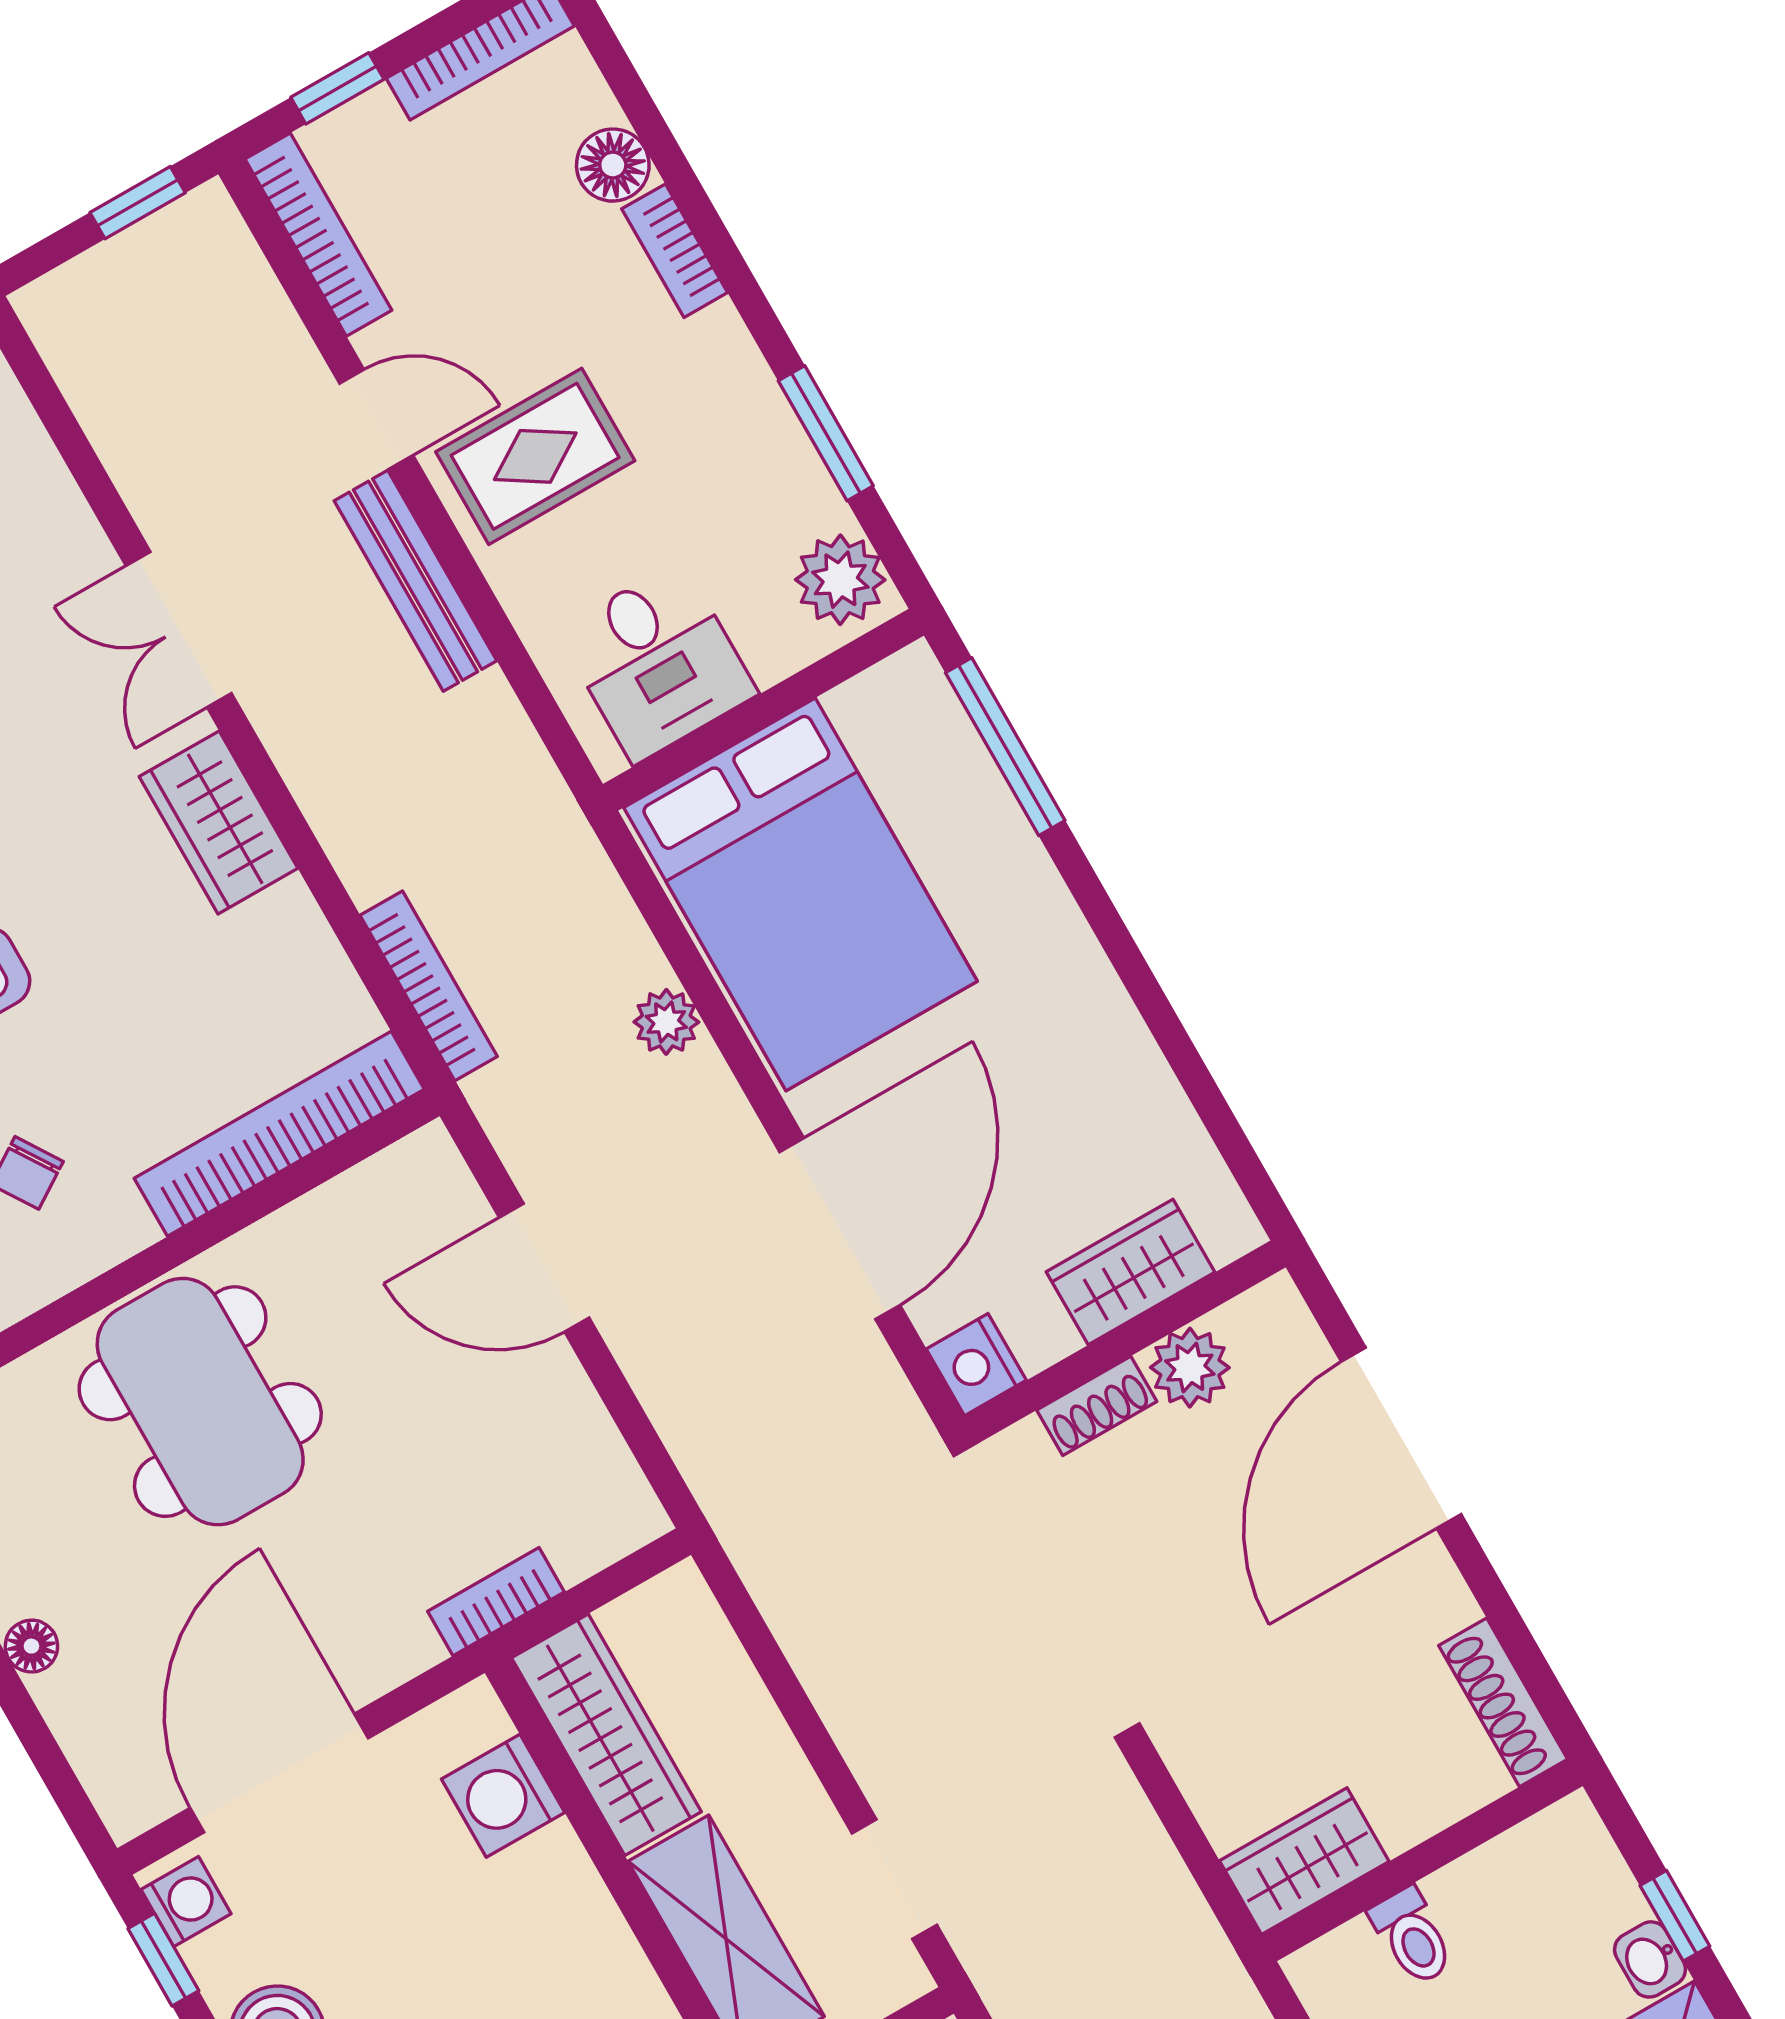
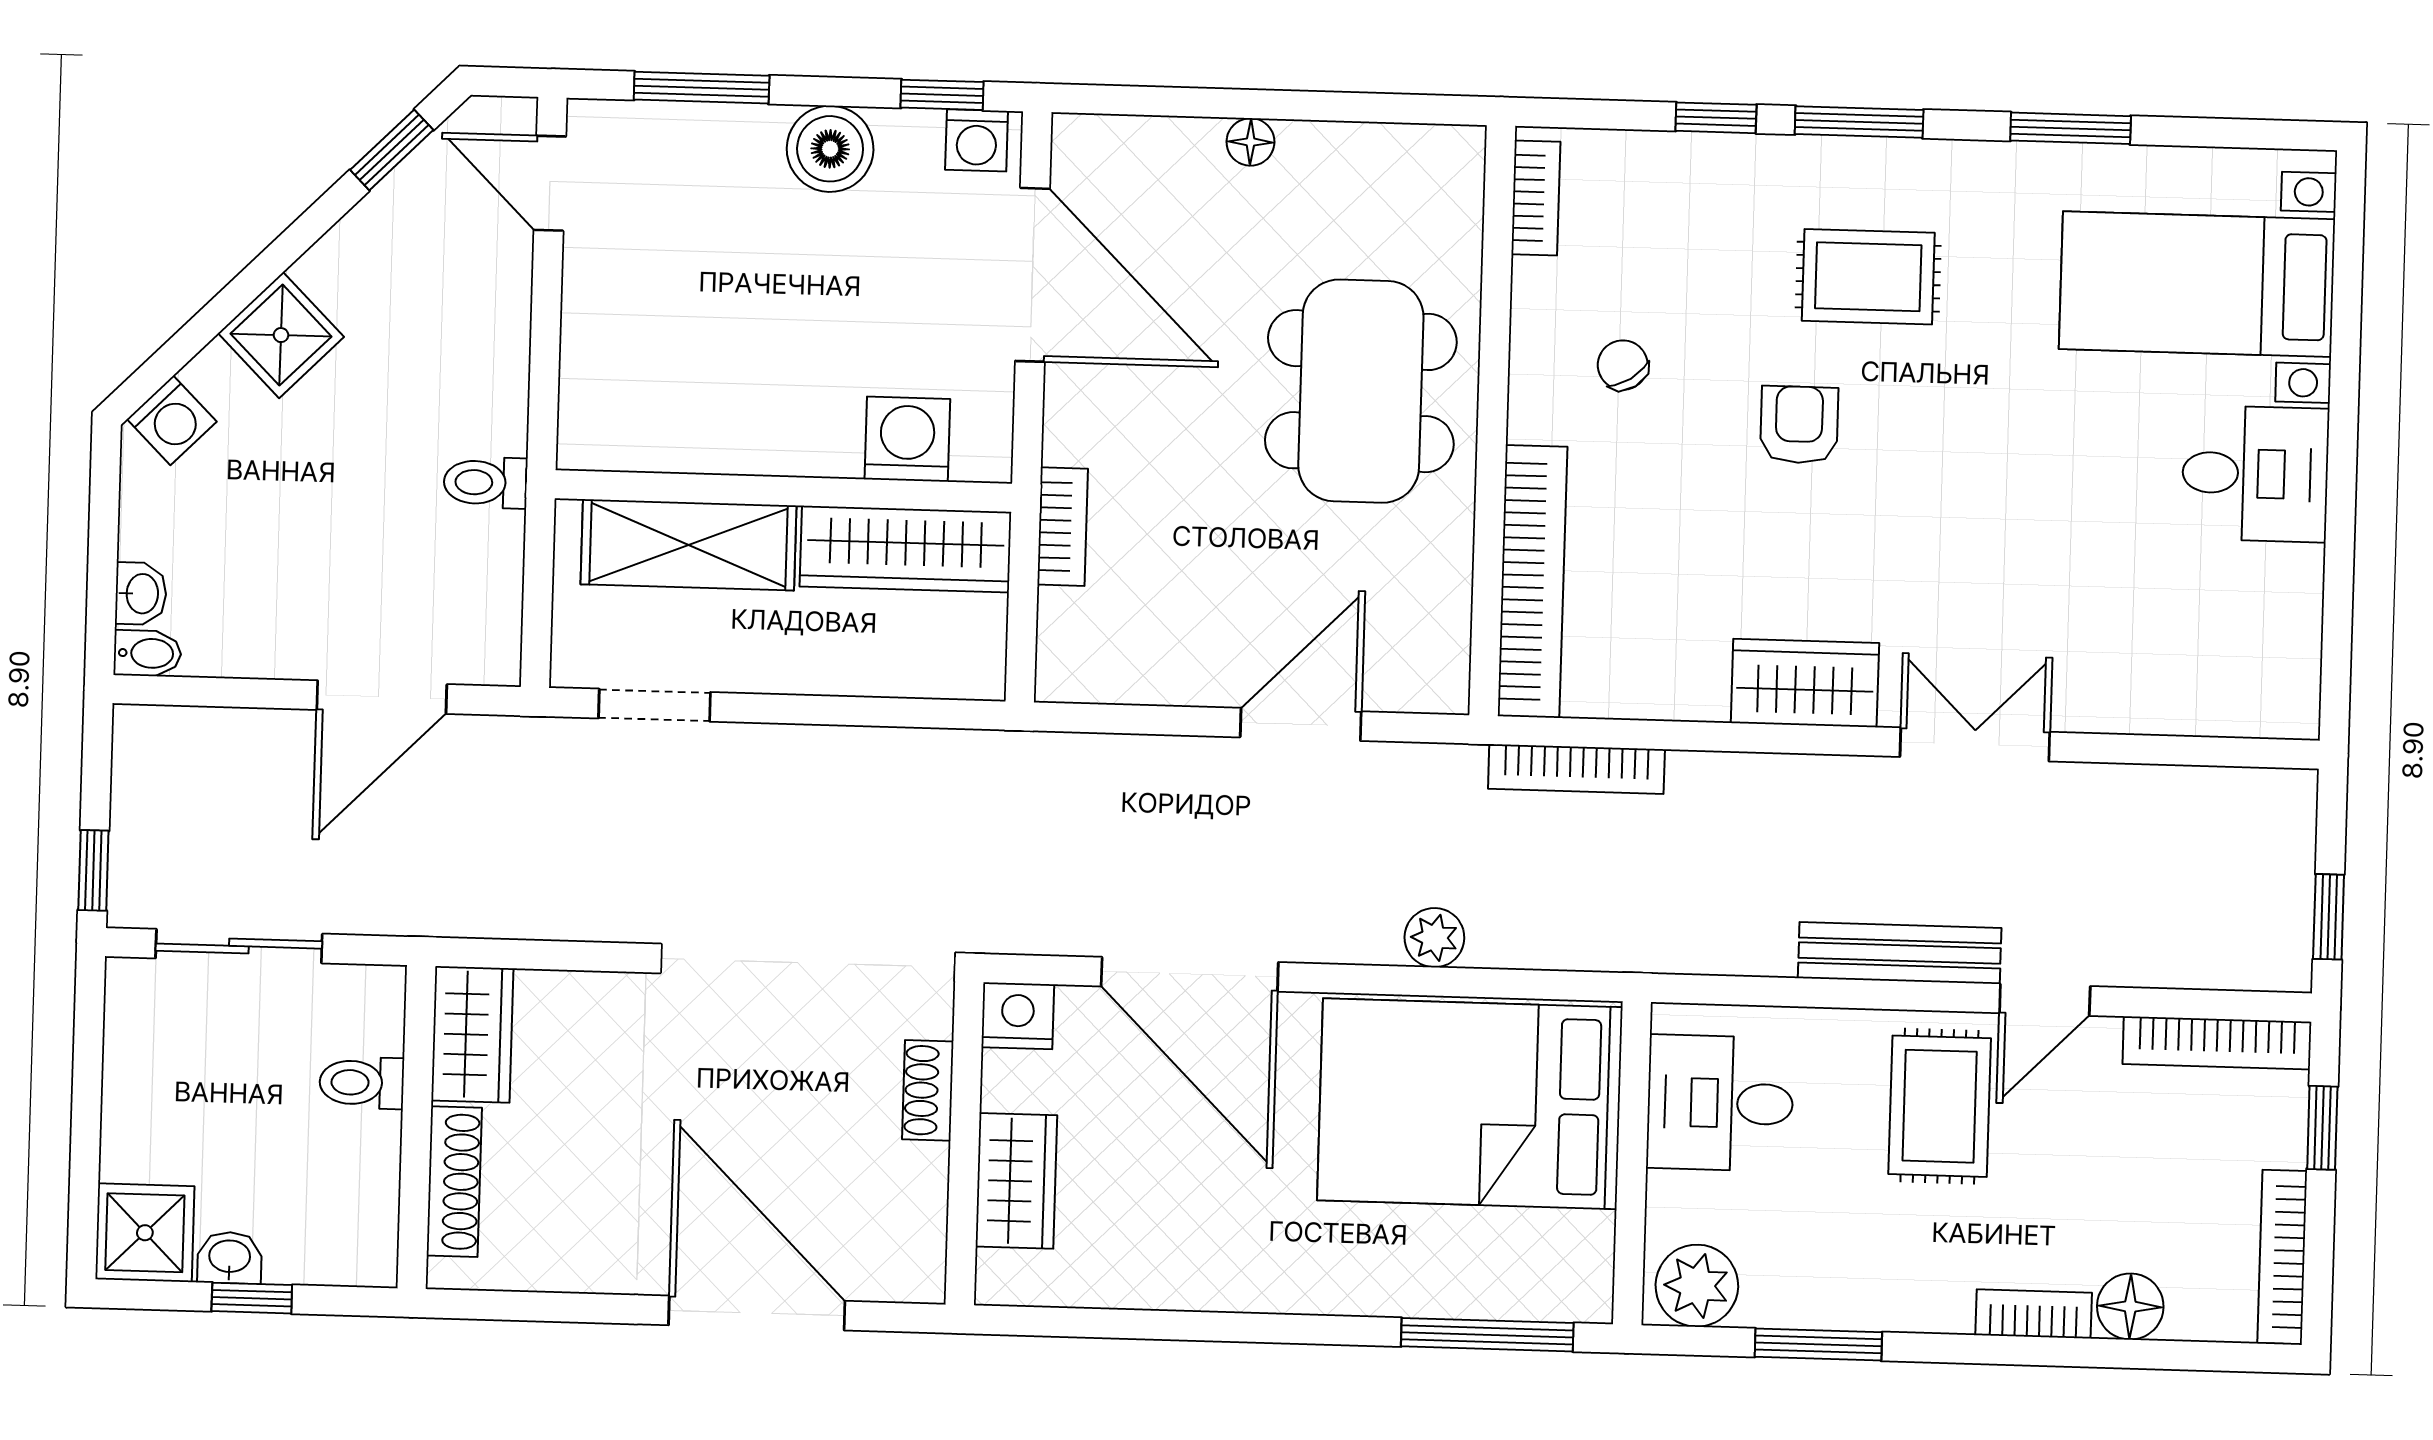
plant: (1190, 1368) -> (913, 1181), removed
dining table: (200, 1402) -> (1361, 391), turned 90
shoe rack: (1503, 1702) -> (454, 1182), moved, turned 90

